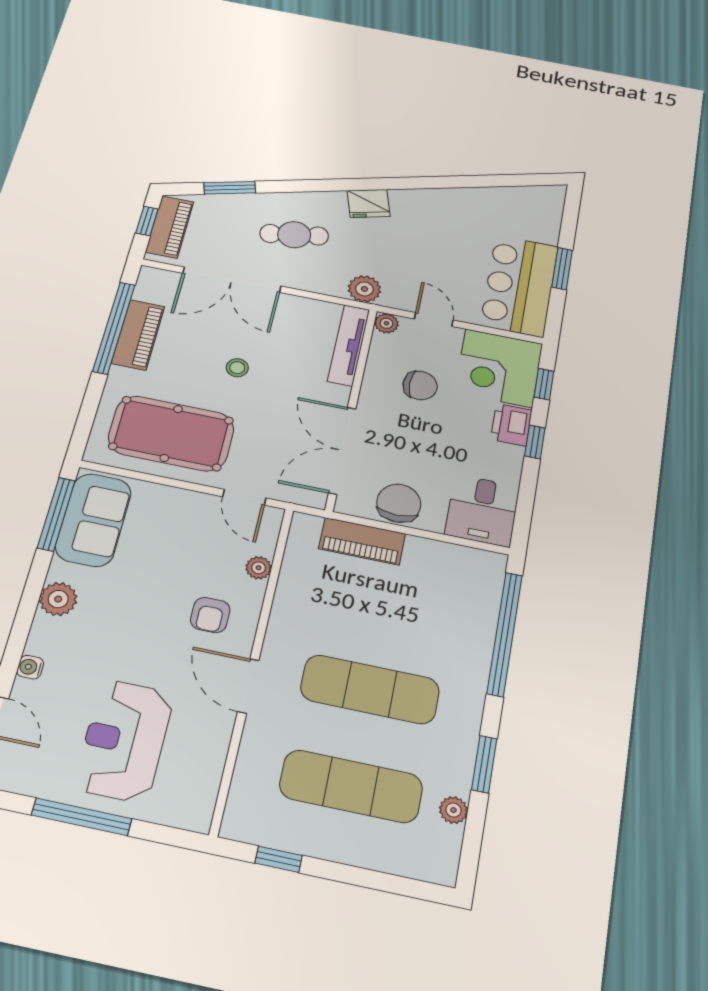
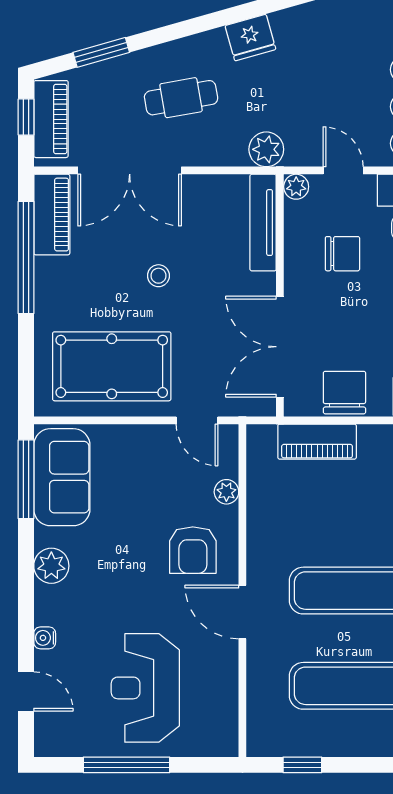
piano: (138, 335) -> (52, 215), moved
armchair: (210, 615) -> (193, 550), width x1.38, depth x1.38

